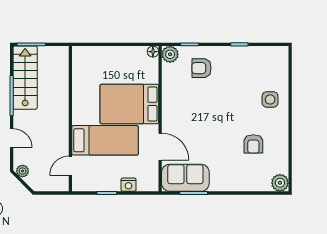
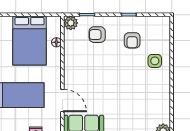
floor lamp: (153, 52) -> (56, 42), moved
bed: (129, 104) -> (30, 41), moved, turned -90
armchair: (253, 144) -> (132, 40), moved

